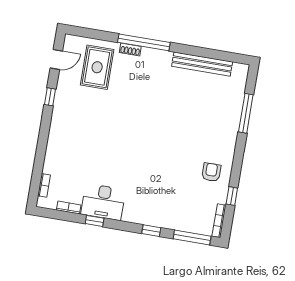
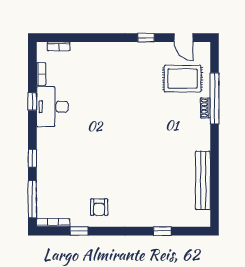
window: (144, 42) -> (215, 98), moved
window: (246, 113) -> (162, 231), width x0.46
armchair: (211, 172) -> (99, 207), turned 90

